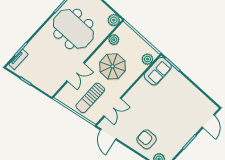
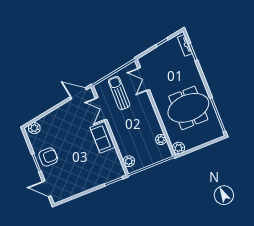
parasol: (113, 66) -> (138, 127), removed
sofa: (158, 71) -> (103, 137), moved
double door: (76, 72) -> (144, 79), moved
armchair: (147, 139) -> (48, 157), moved

